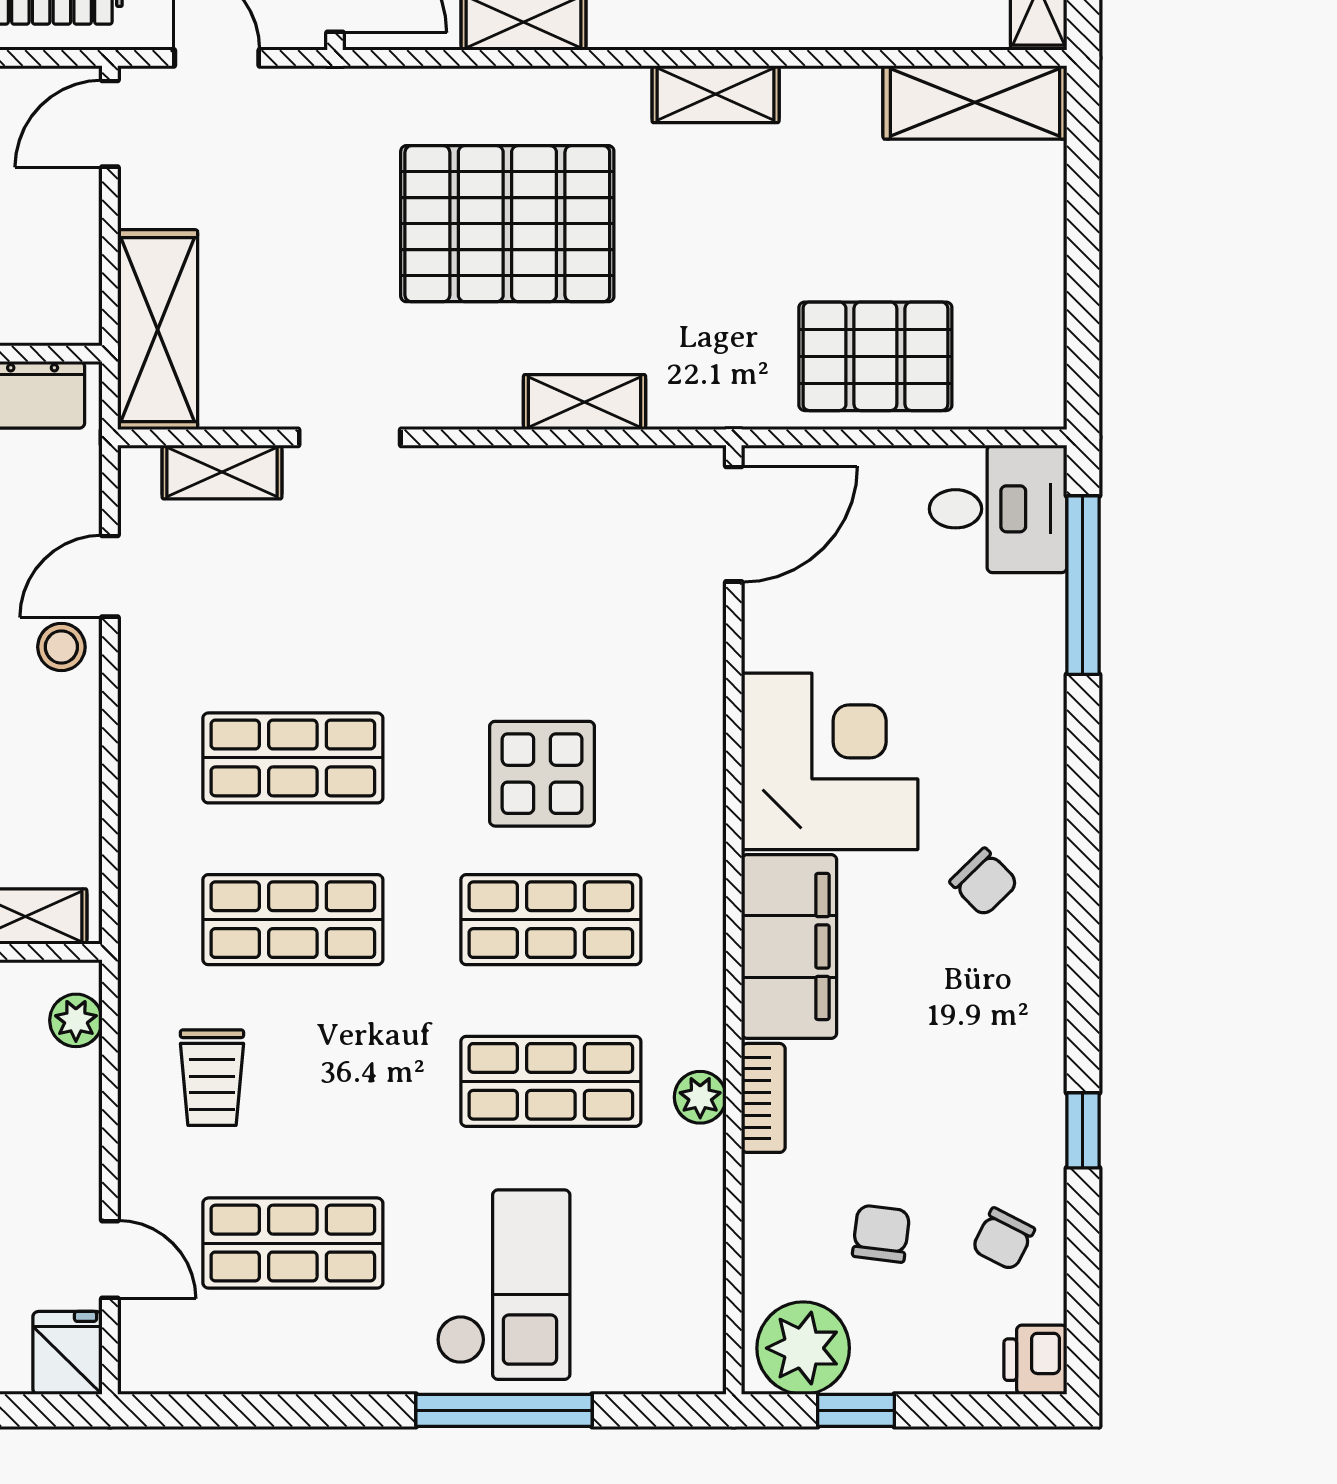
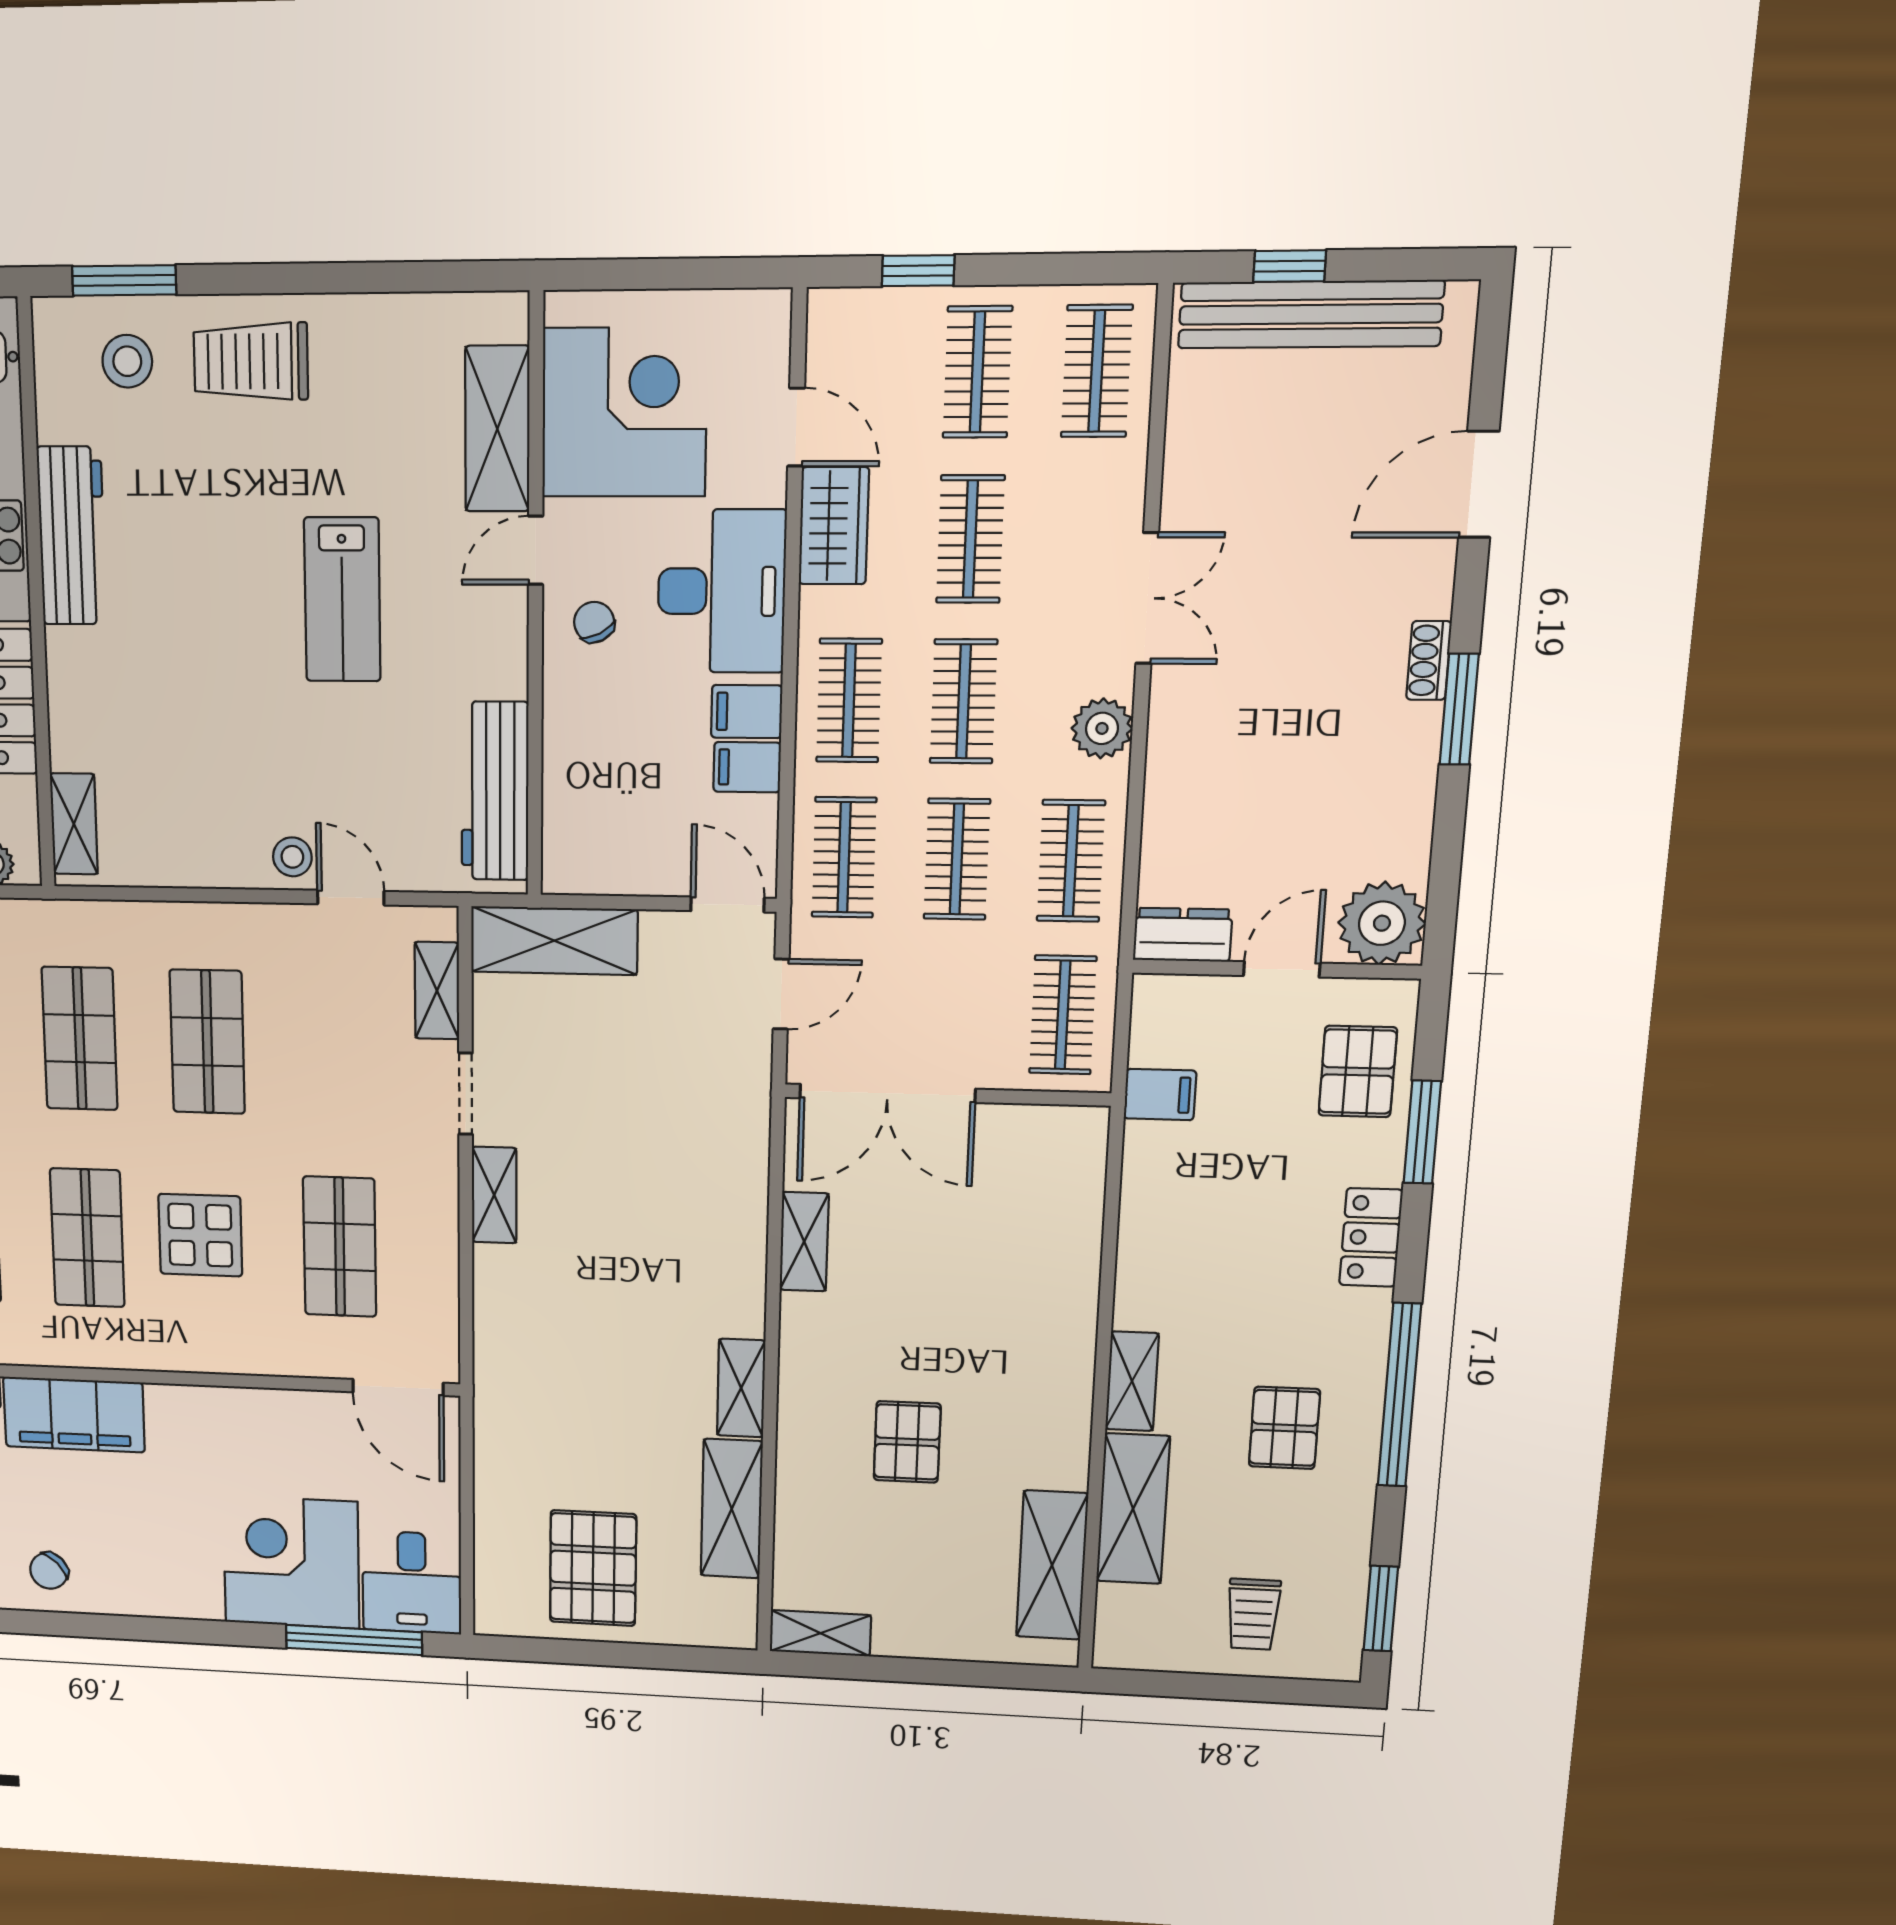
shelving: (975, 102) -> (732, 1509), moved
pallet: (507, 224) -> (639, 1223), removed
pallet: (875, 356) -> (593, 1568), moved
shelving: (585, 402) -> (494, 1195), moved
shop shelf: (551, 596) -> (340, 1247), added
corner desk: (830, 761) -> (291, 1562), moved, turned 180
chair: (984, 882) -> (49, 1571), moved

